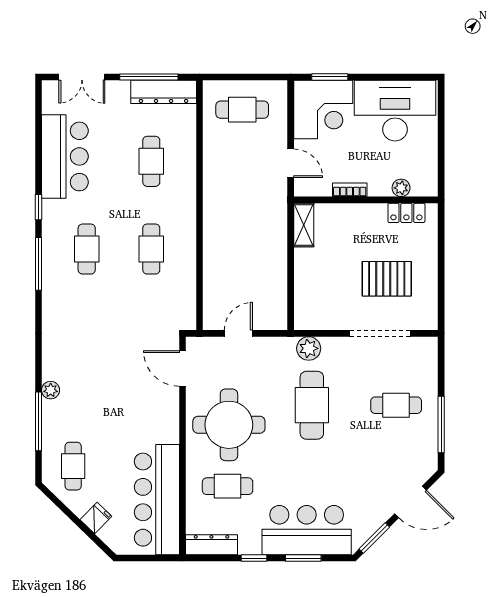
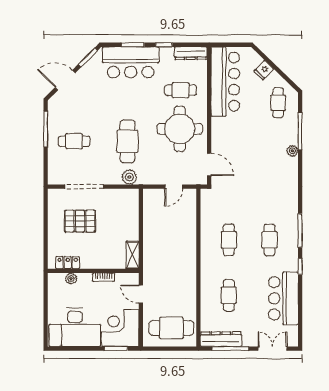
cafe table: (242, 110) -> (171, 328), width x1.37, depth x1.35

